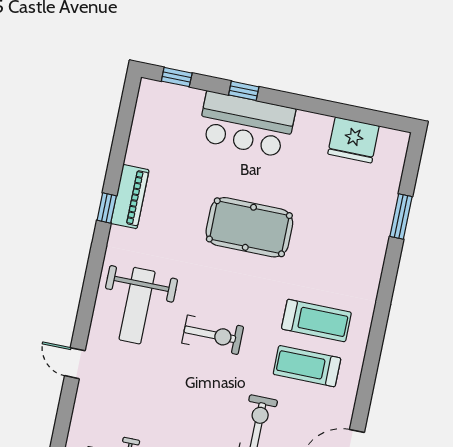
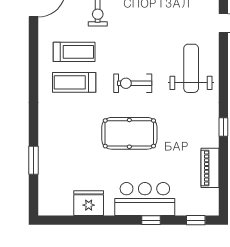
fridge: (353, 140) -> (89, 203), moved
piano: (130, 197) -> (210, 168), moved
exercise bike: (213, 335) -> (133, 83), moved

